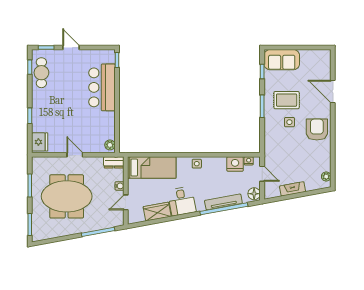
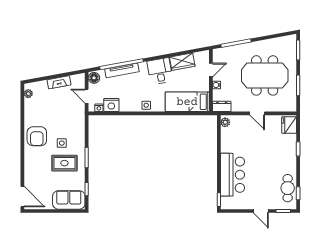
door: (333, 92) -> (22, 197), moved

